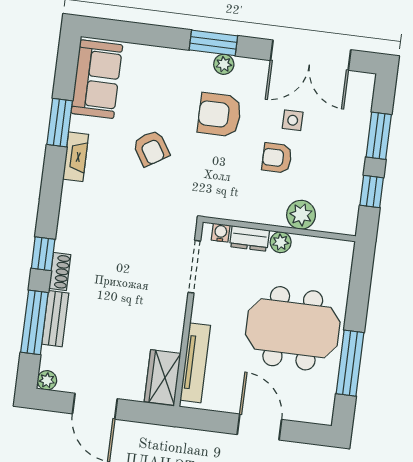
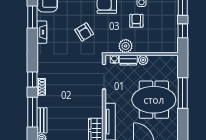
armchair: (151, 148) -> (84, 32), moved
armchair: (277, 158) -> (136, 21), turned 90
plant: (301, 215) -> (126, 46), moved
bench: (55, 319) -> (42, 120), moved
window: (350, 363) -> (183, 93), moved

